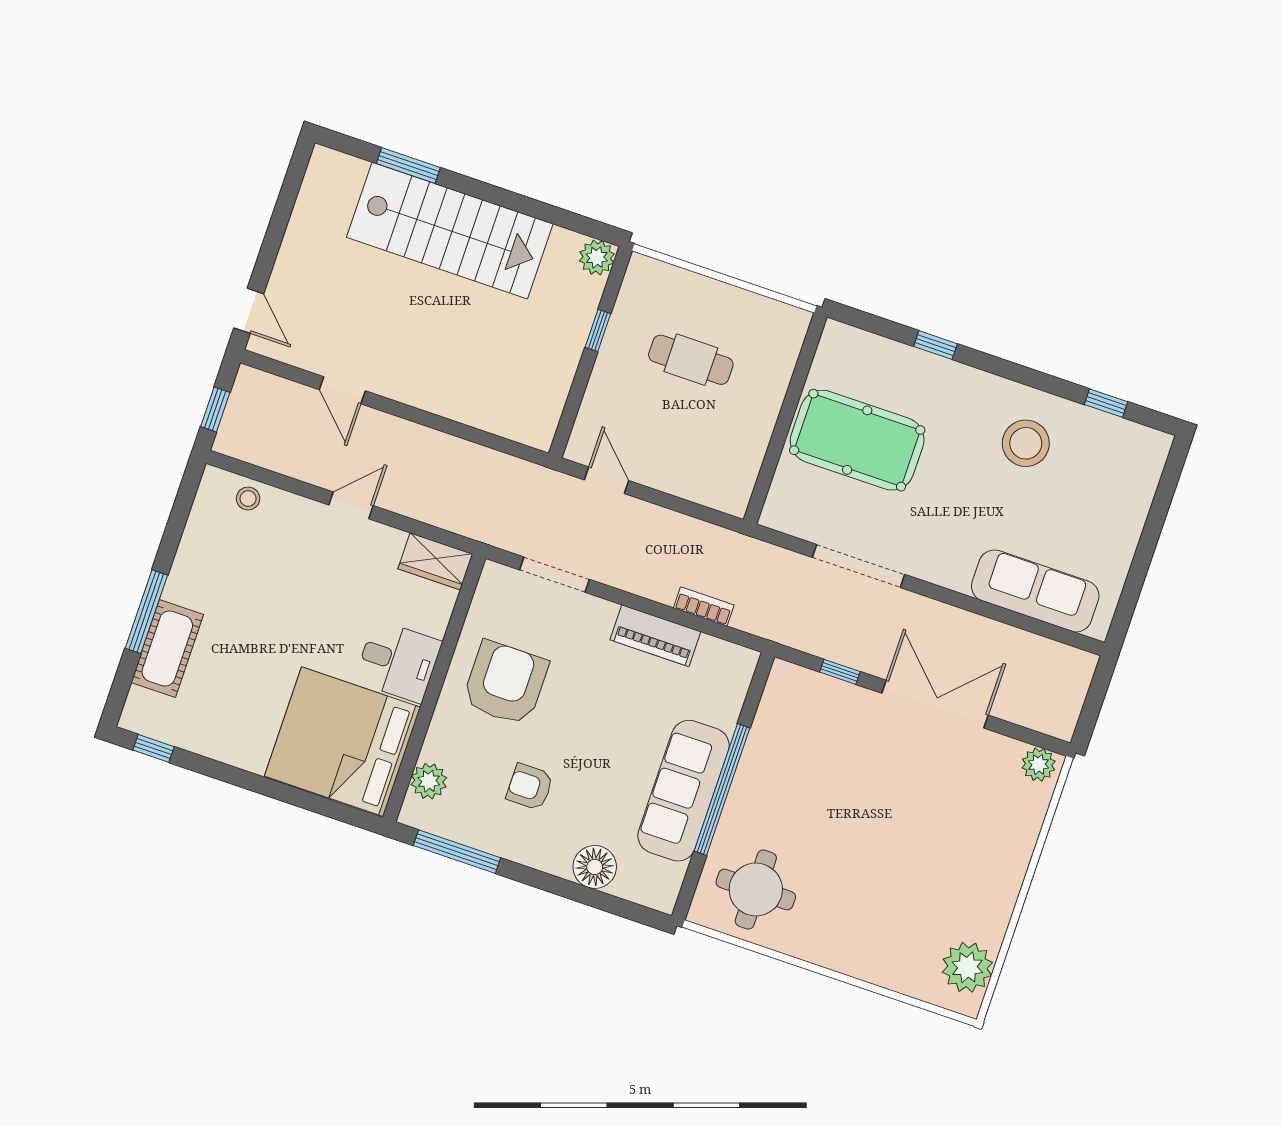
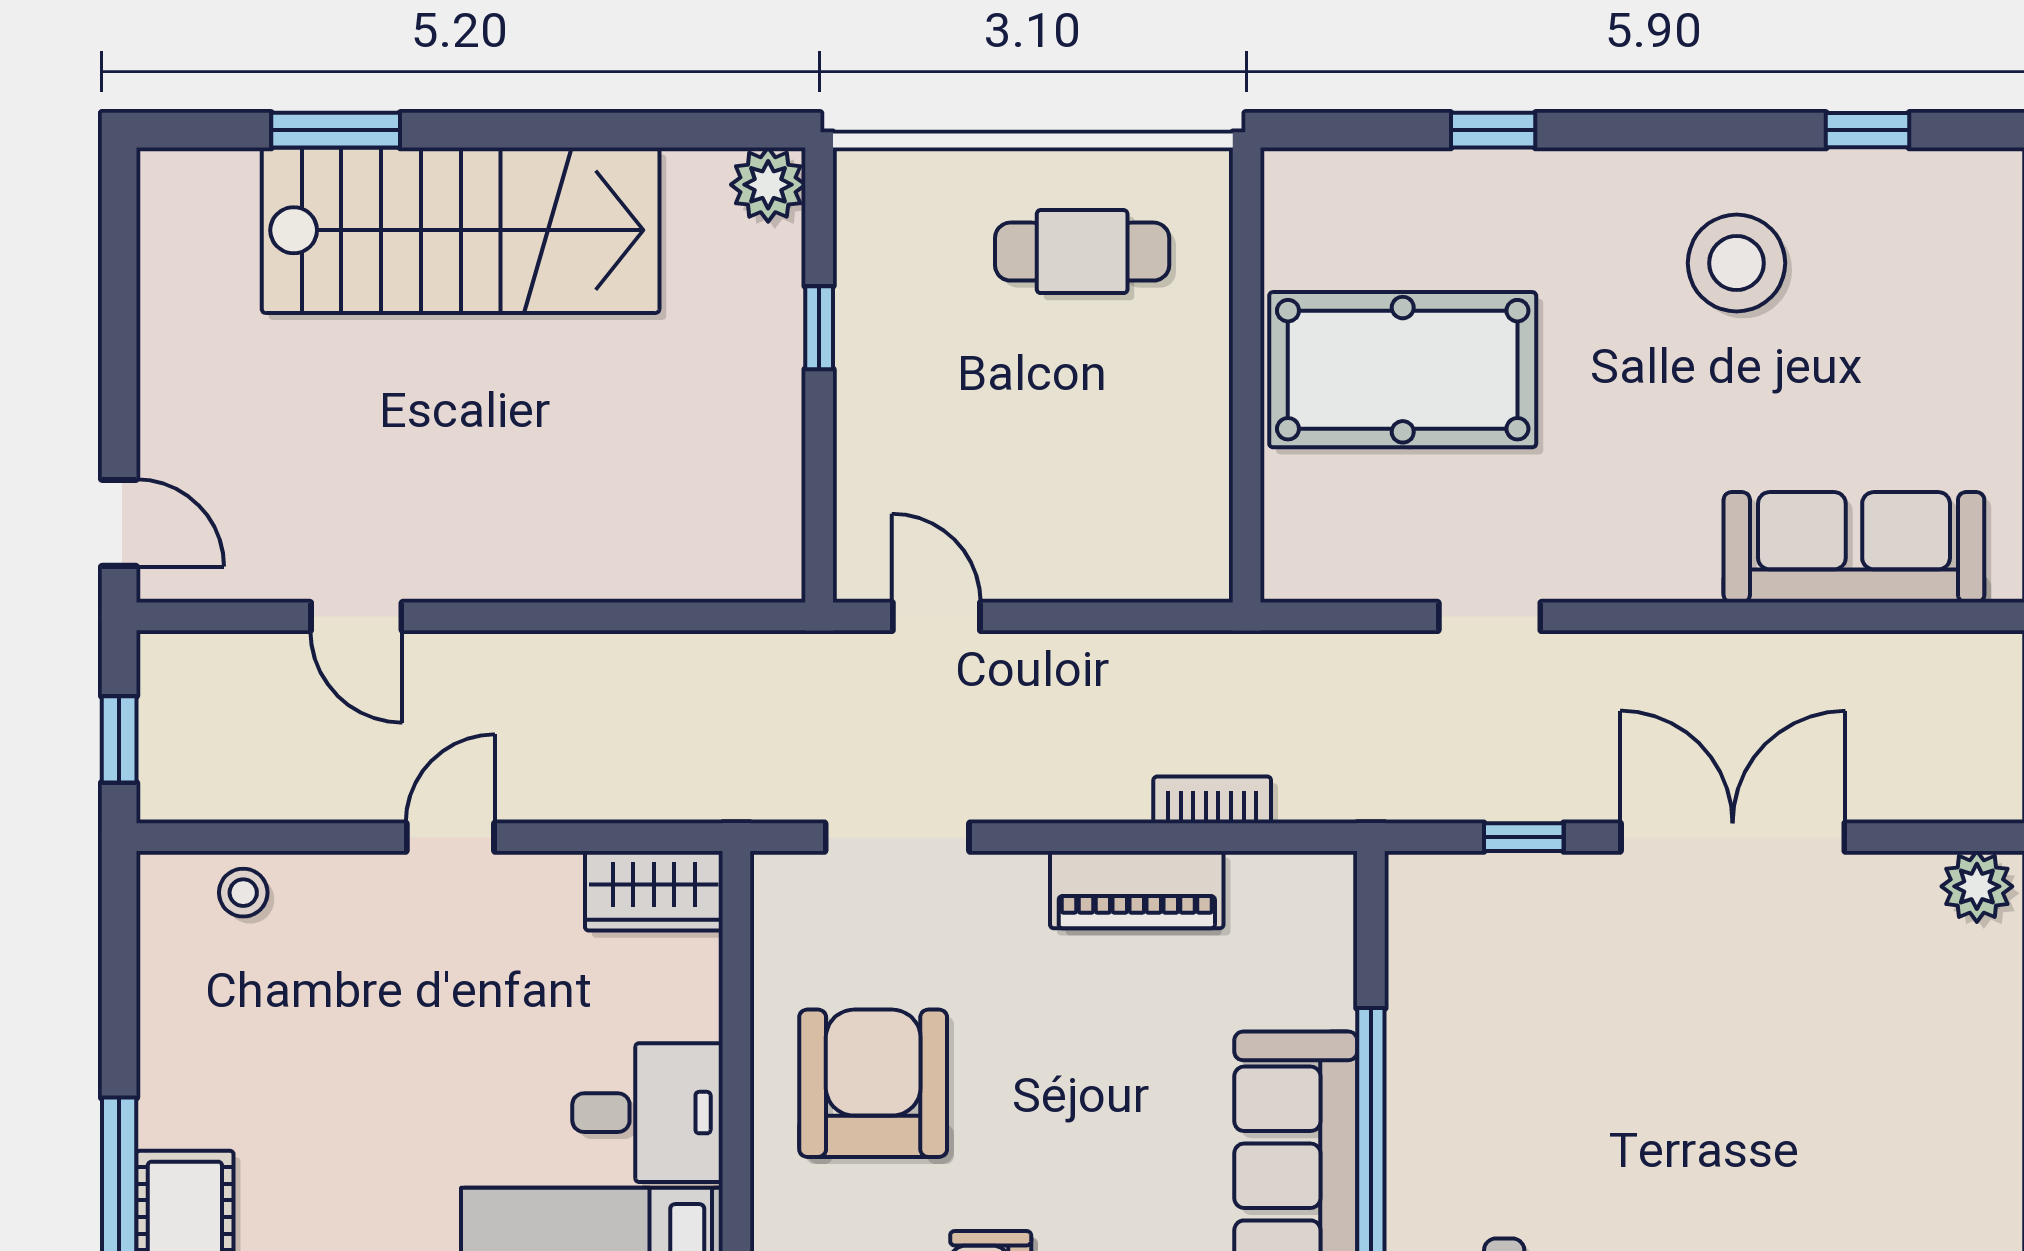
cafe table: (691, 360) -> (1082, 252), moved
doorway: (858, 566) -> (1490, 616), width x0.53

